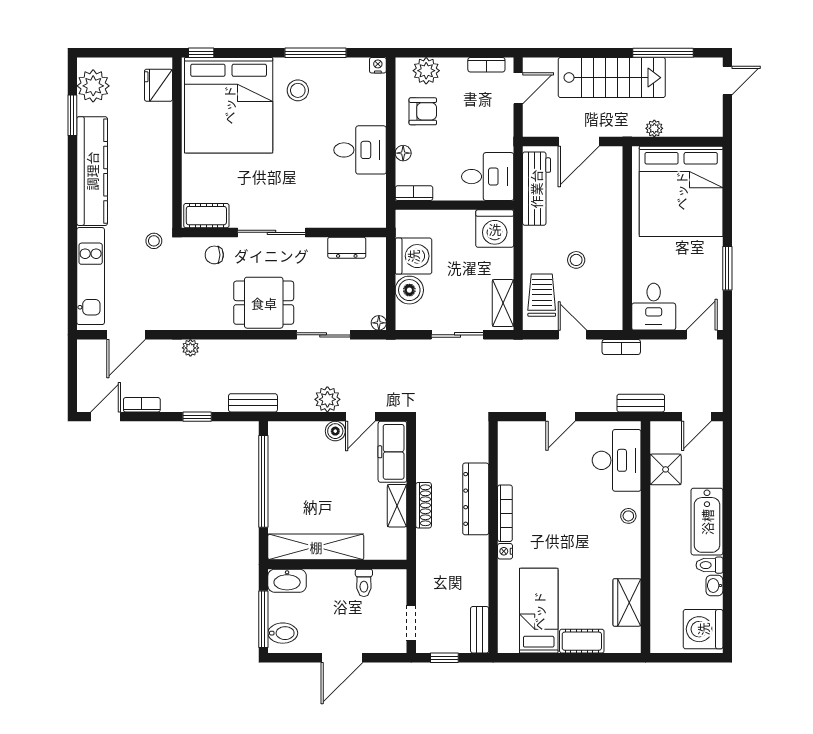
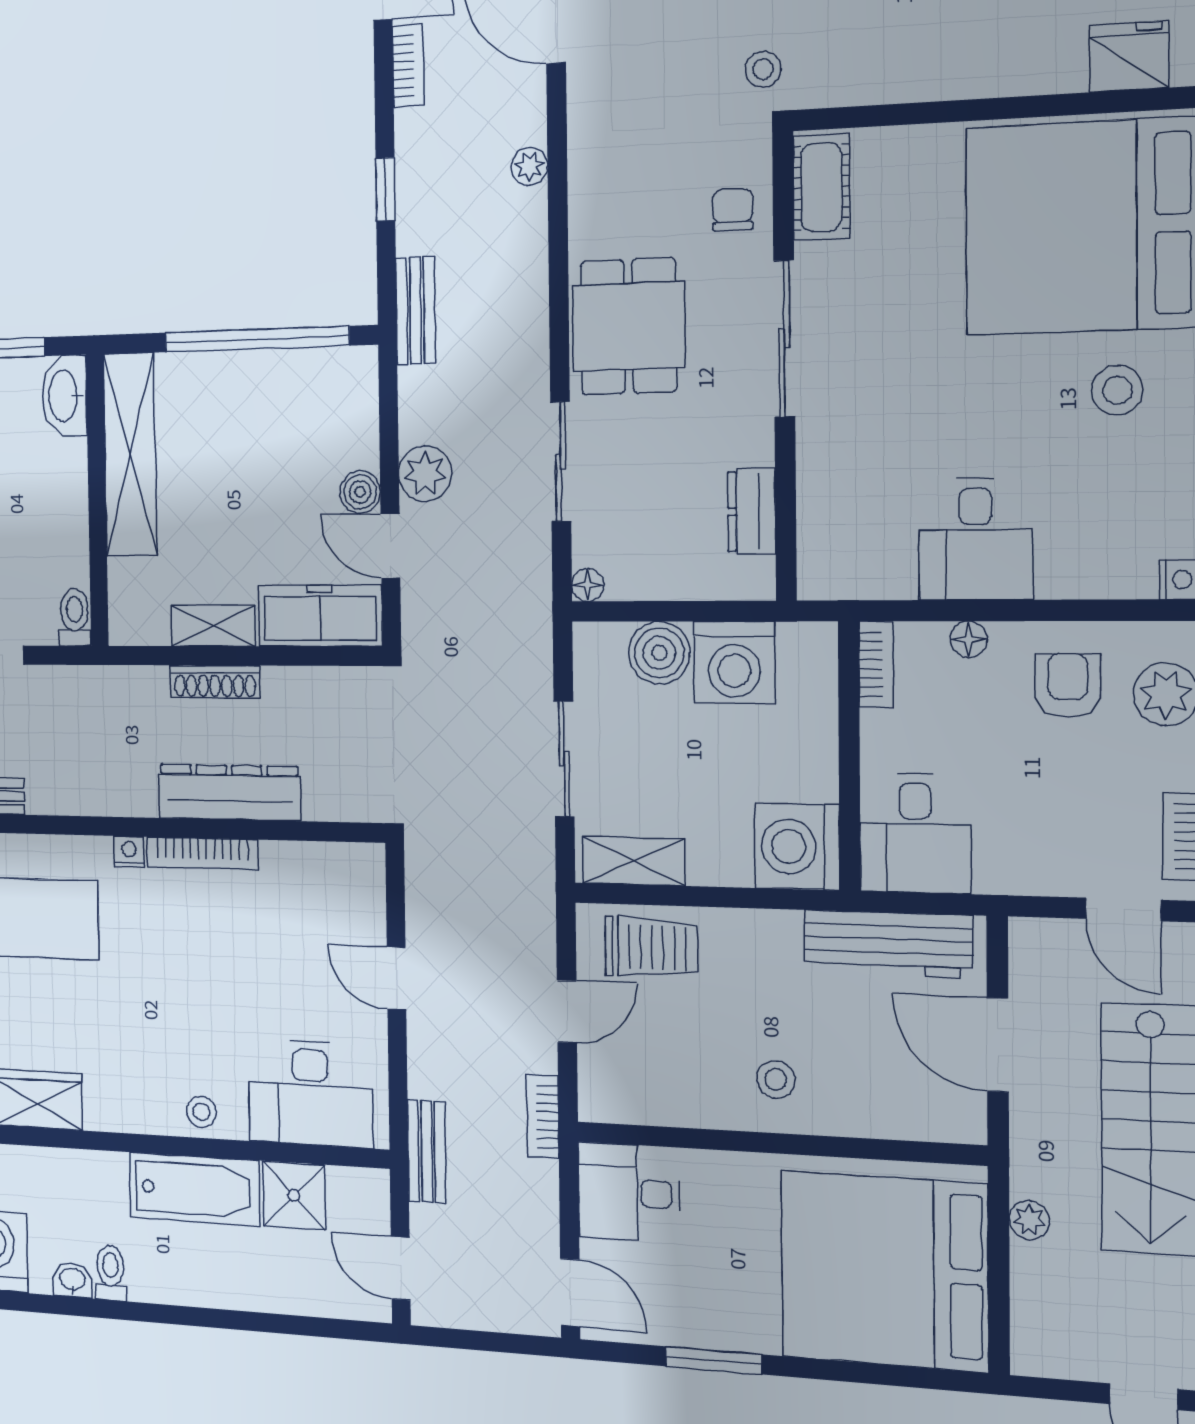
armchair: (423, 111) -> (1068, 685), turned 180
stool: (576, 260) -> (776, 1079), moved
bathtub: (707, 522) -> (195, 1189), moved, turned 180
toilet: (364, 583) -> (75, 617), moved, turned 90

